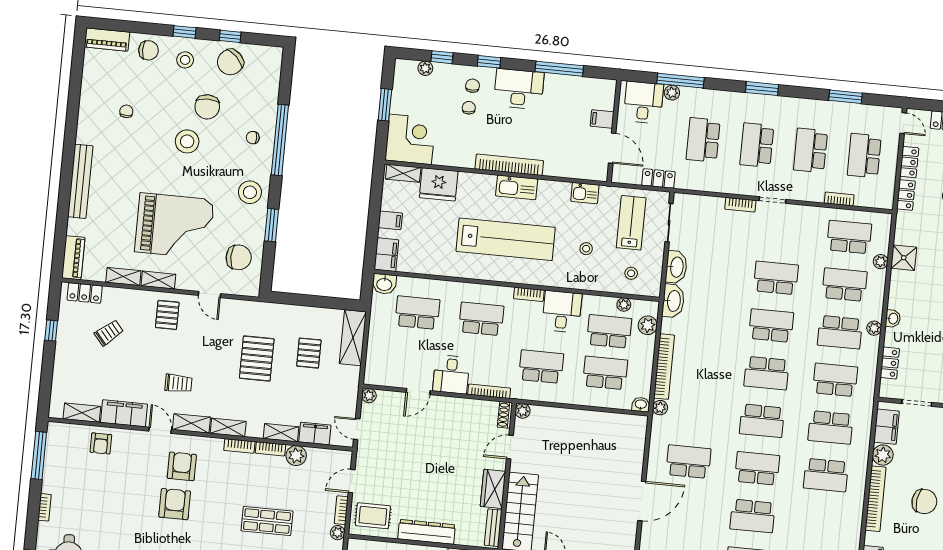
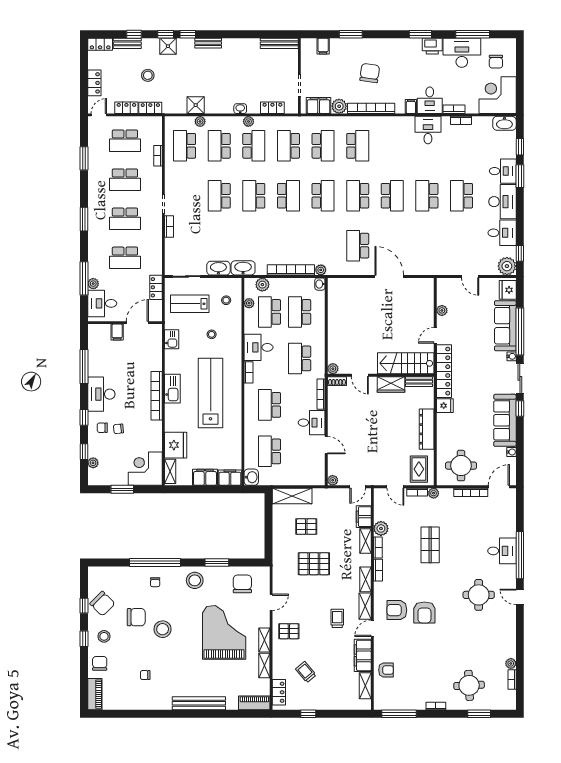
filing cabinet: (390, 220) -> (205, 477), width x2.00
armchair: (175, 504) -> (424, 612), turned -90

